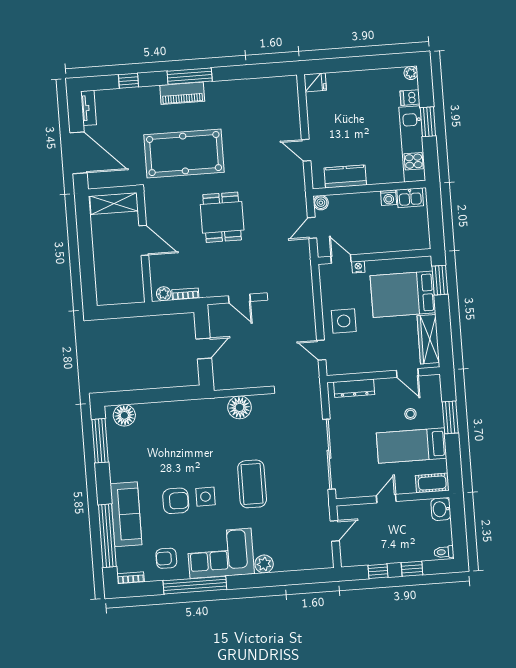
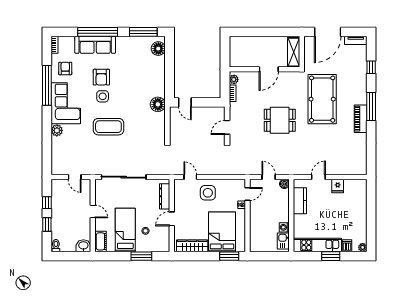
fridge: (315, 82) -> (338, 186), moved
piano: (182, 93) -> (361, 119), moved
door: (204, 349) -> (185, 102), moved
door: (321, 350) -> (190, 177), hinge flipped
door: (407, 373) -> (172, 219), moved
floor lamp: (240, 407) -> (158, 104), moved
window: (107, 536) -> (98, 32), moved

